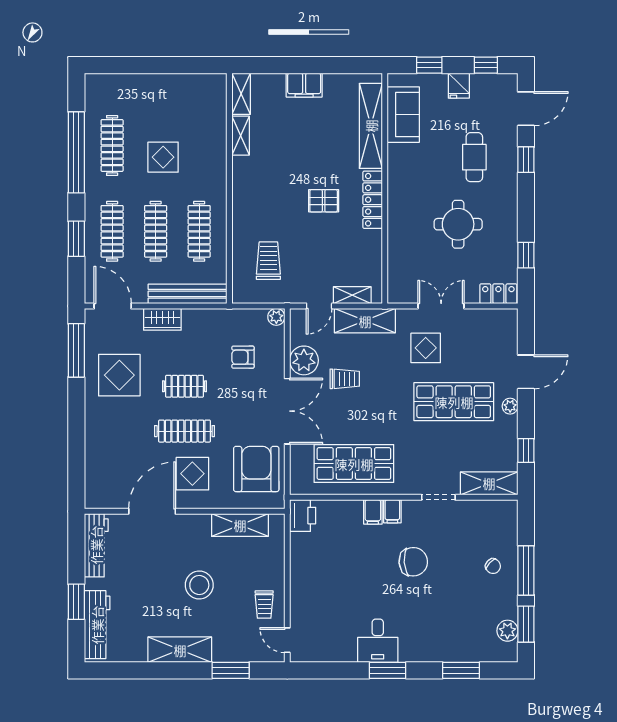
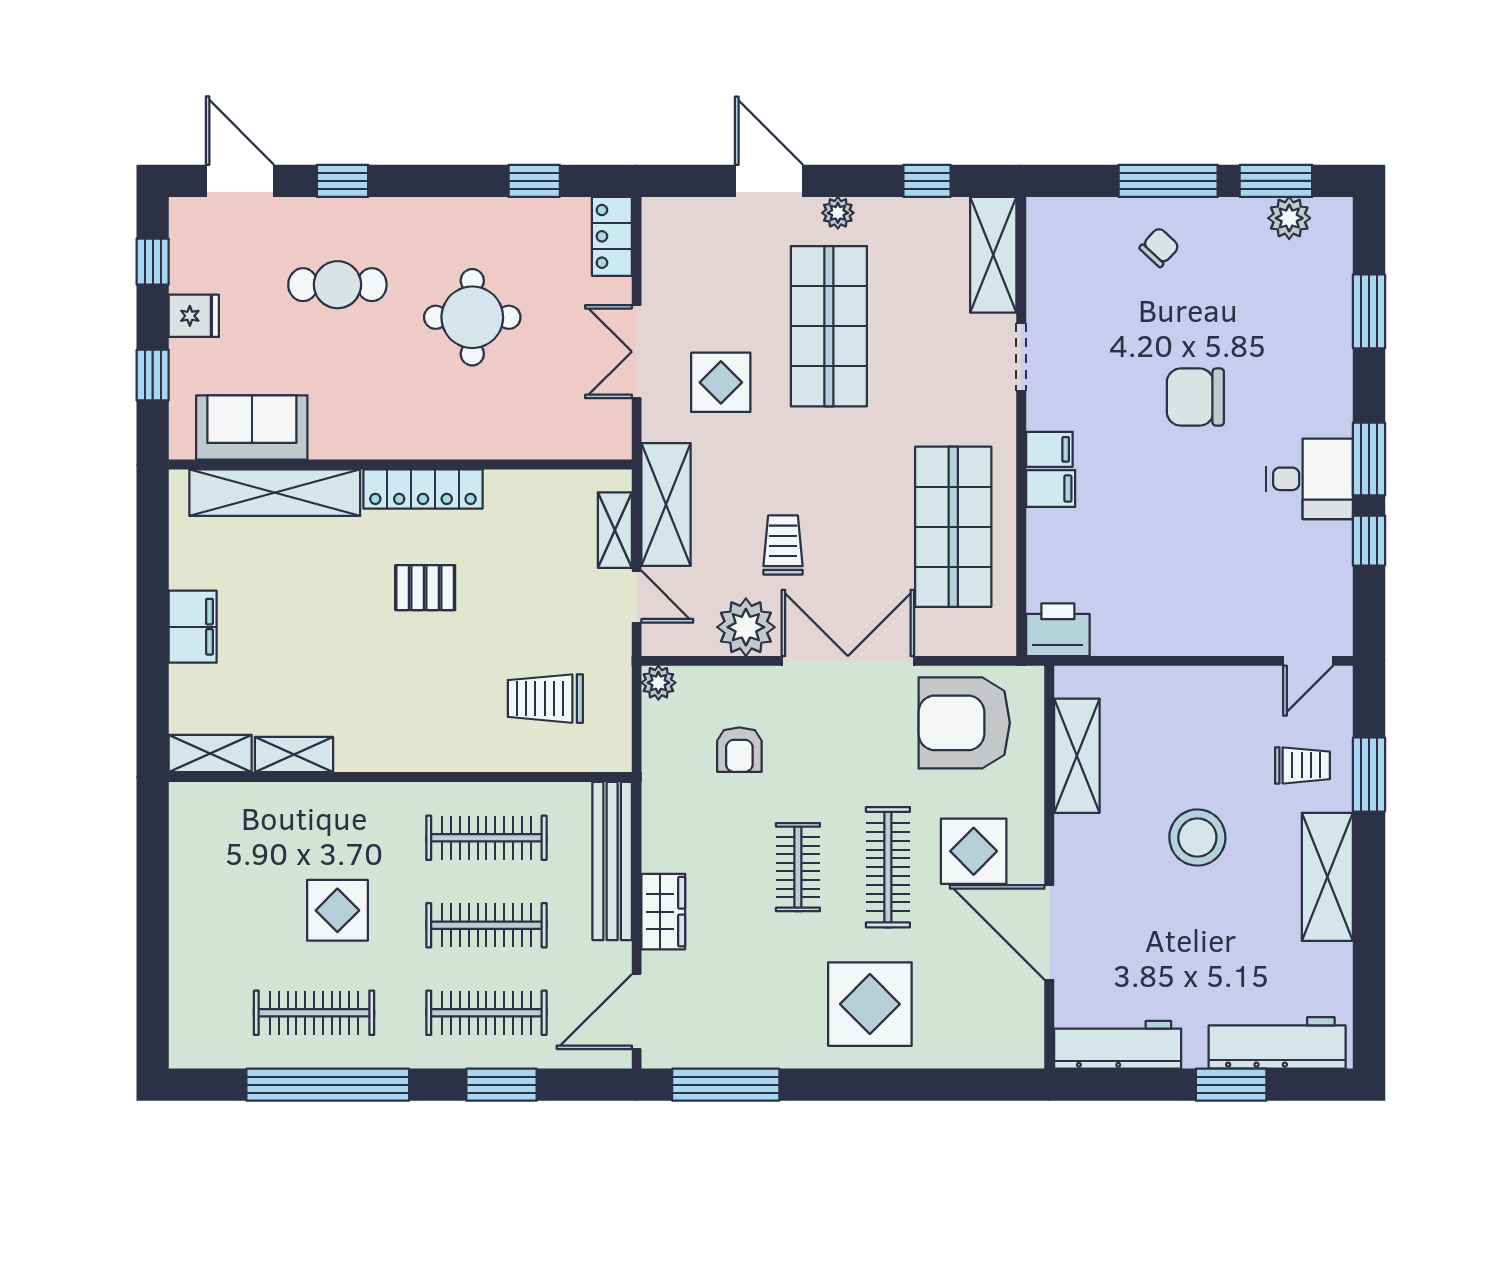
pallet: (324, 201) -> (425, 588), turned 90
display table: (119, 375) -> (870, 1004), moved
chair: (413, 562) -> (1195, 397), moved, turned -86
trolley: (264, 605) -> (1302, 765), moved
window: (347, 670) -> (1369, 541), added

